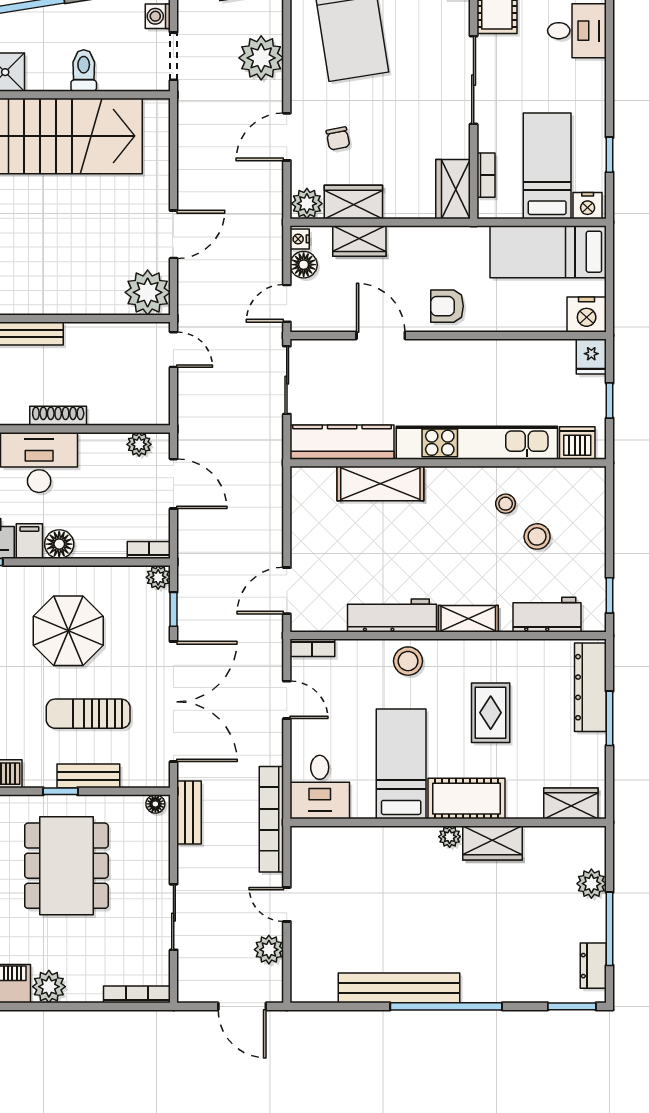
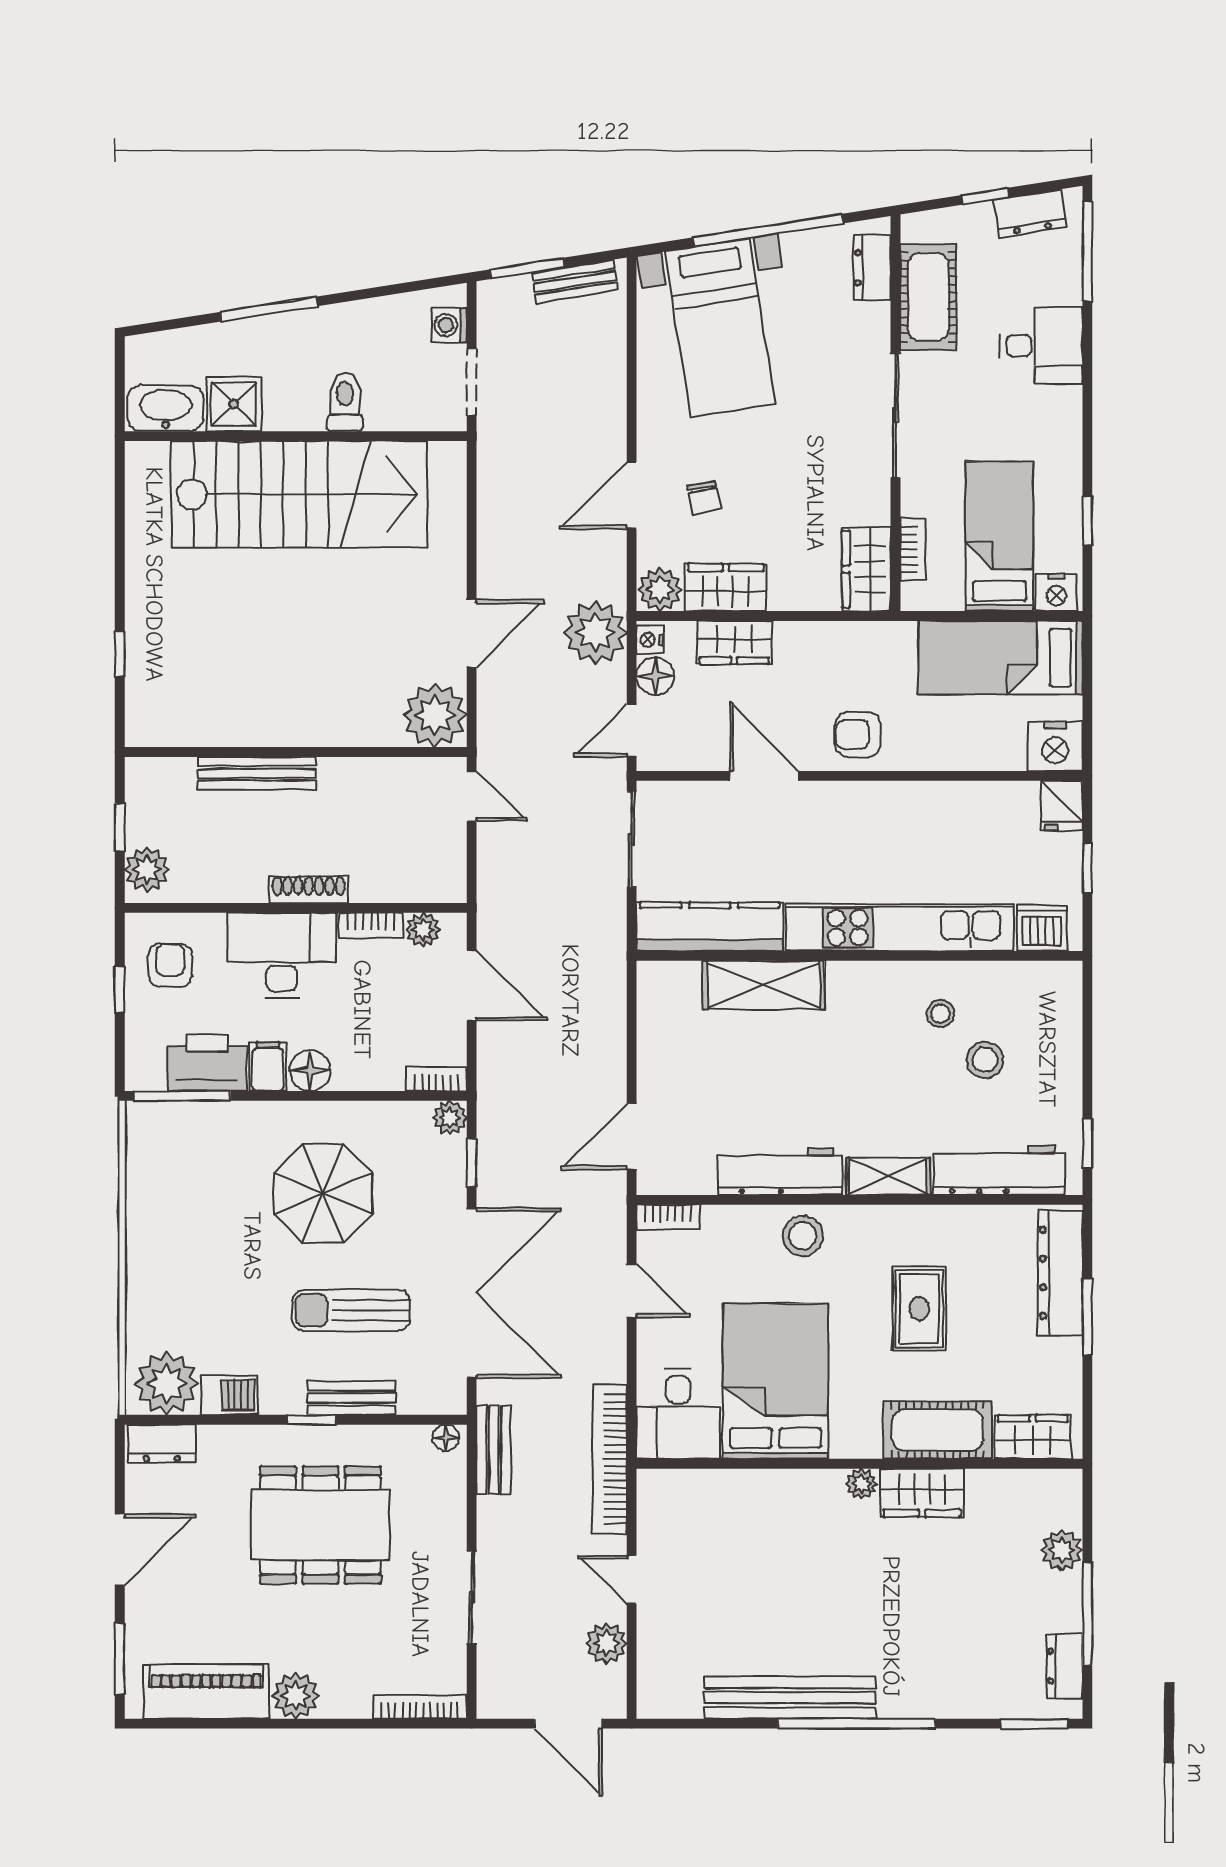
plant: (261, 58) -> (595, 632), moved
bookcase: (102, 441) -> (371, 925), added
workbench: (547, 615) -> (999, 1170), width x1.38
bed: (401, 764) -> (776, 1381), width x1.50
cot: (466, 799) -> (937, 1430), moved
dining table: (66, 866) -> (320, 1525), turned 90

